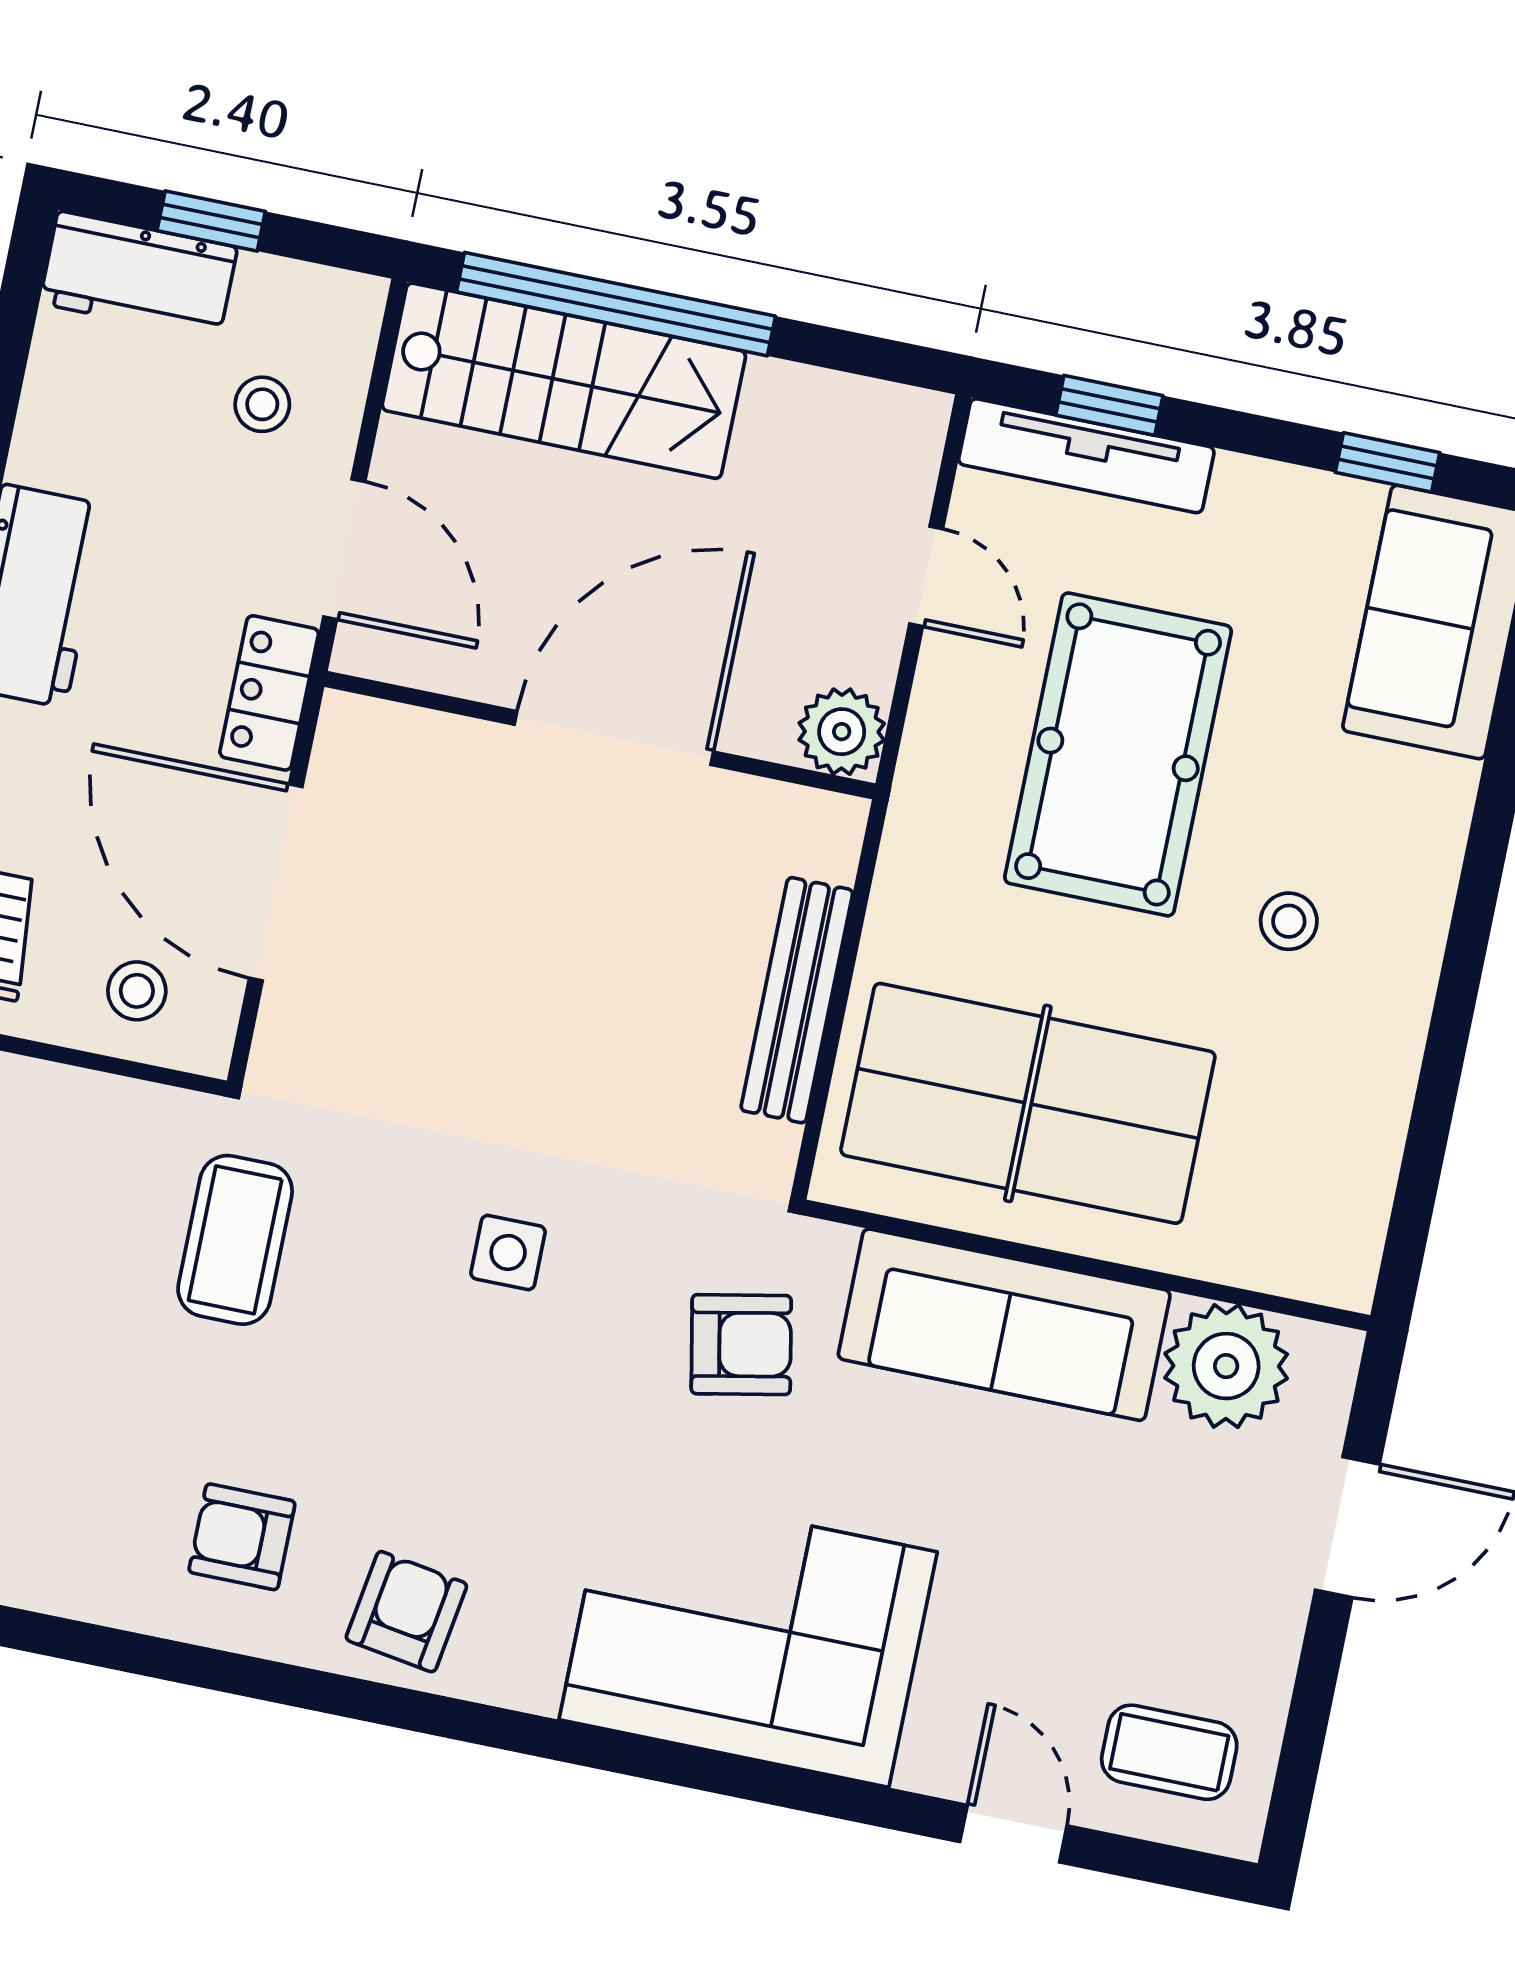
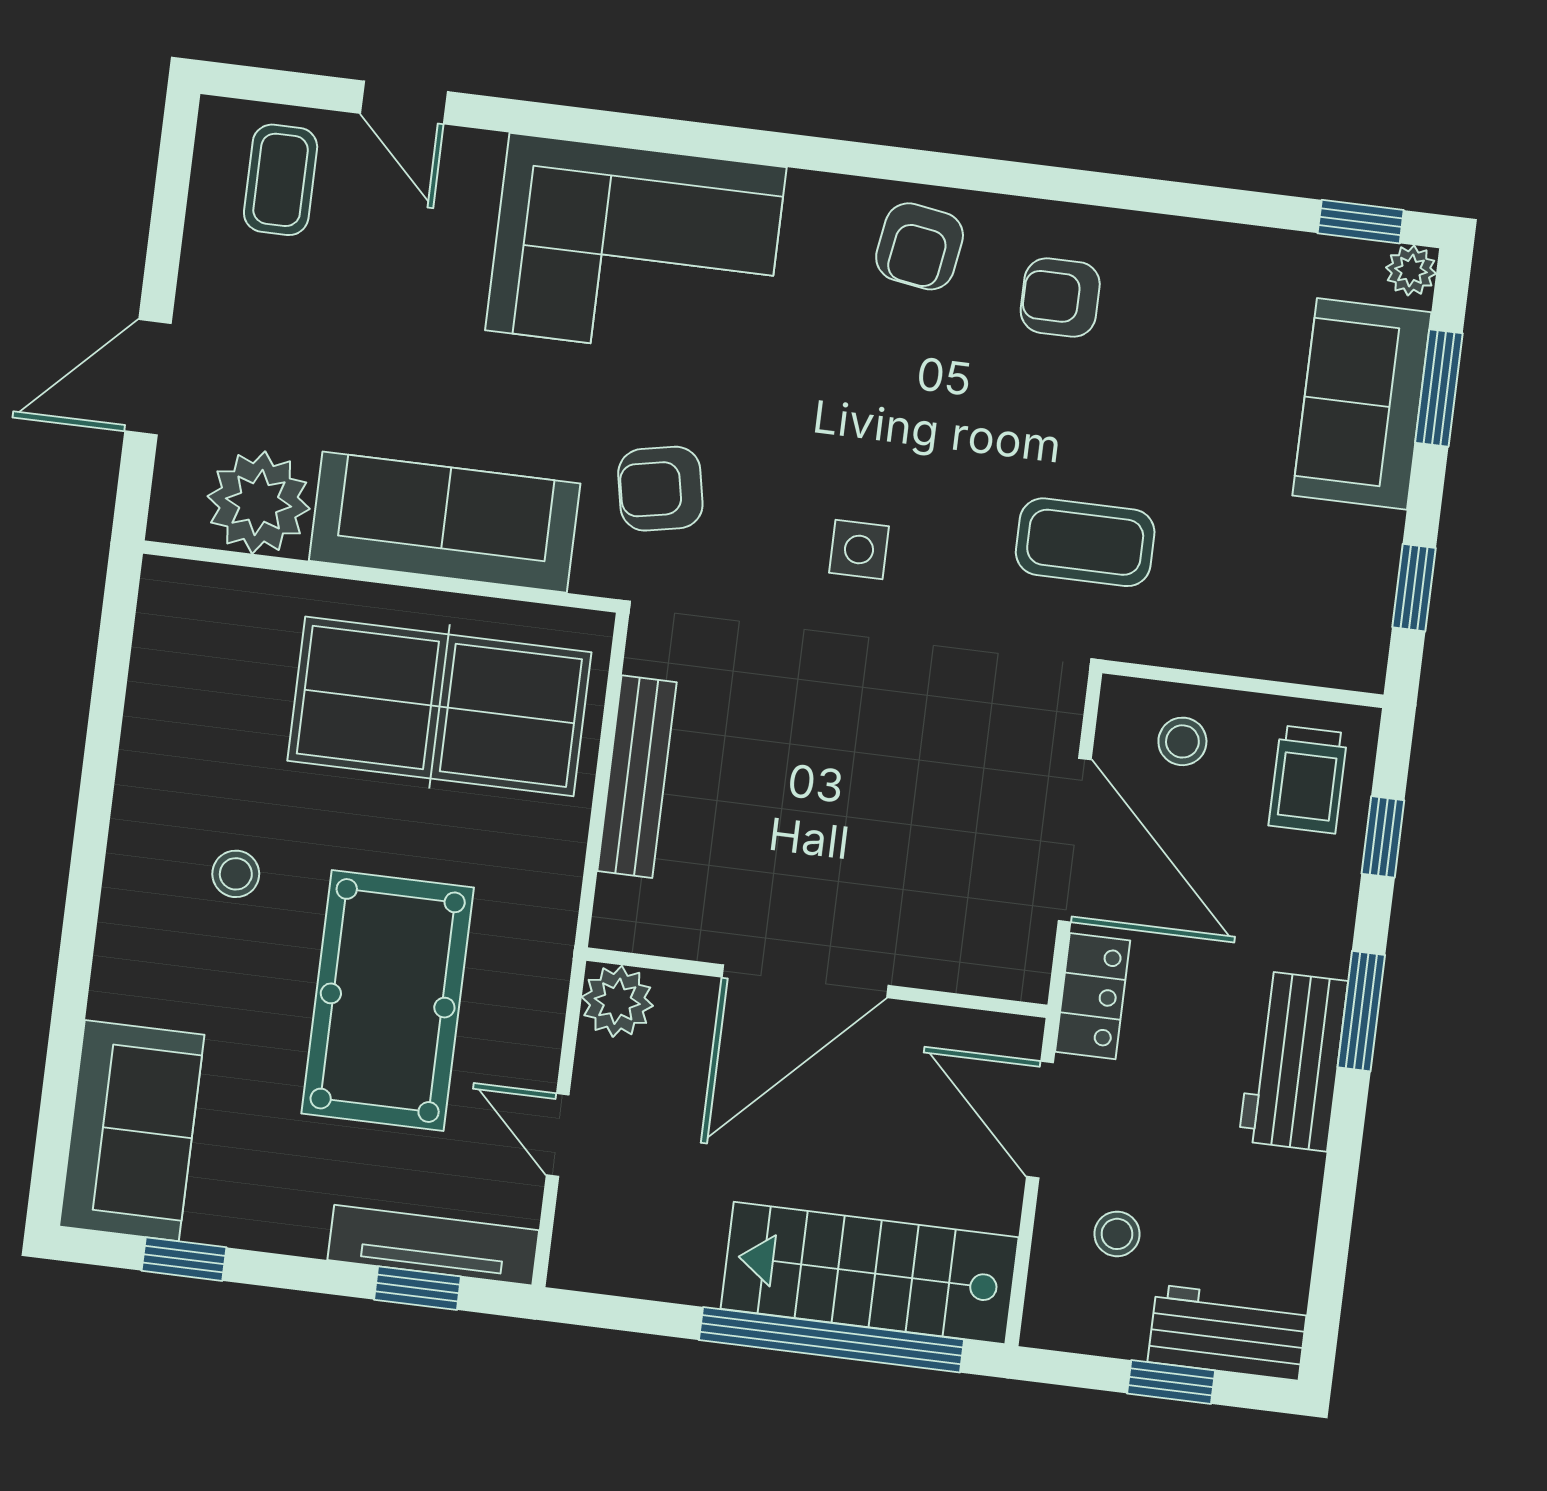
coffee table: (235, 1240) -> (1085, 542), turned 90
armchair: (242, 1537) -> (1060, 298), turned 180
coffee table: (1169, 1752) -> (281, 180), turned 90

